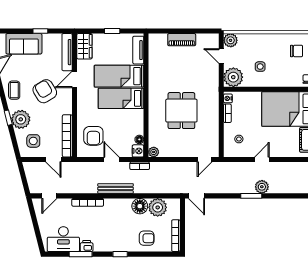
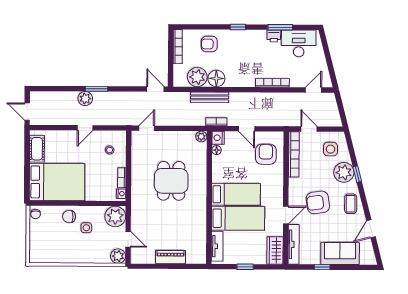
chair: (297, 51) -> (69, 217), moved
armchair: (45, 91) -> (318, 202), turned 113
bench: (116, 189) -> (210, 97), moved

